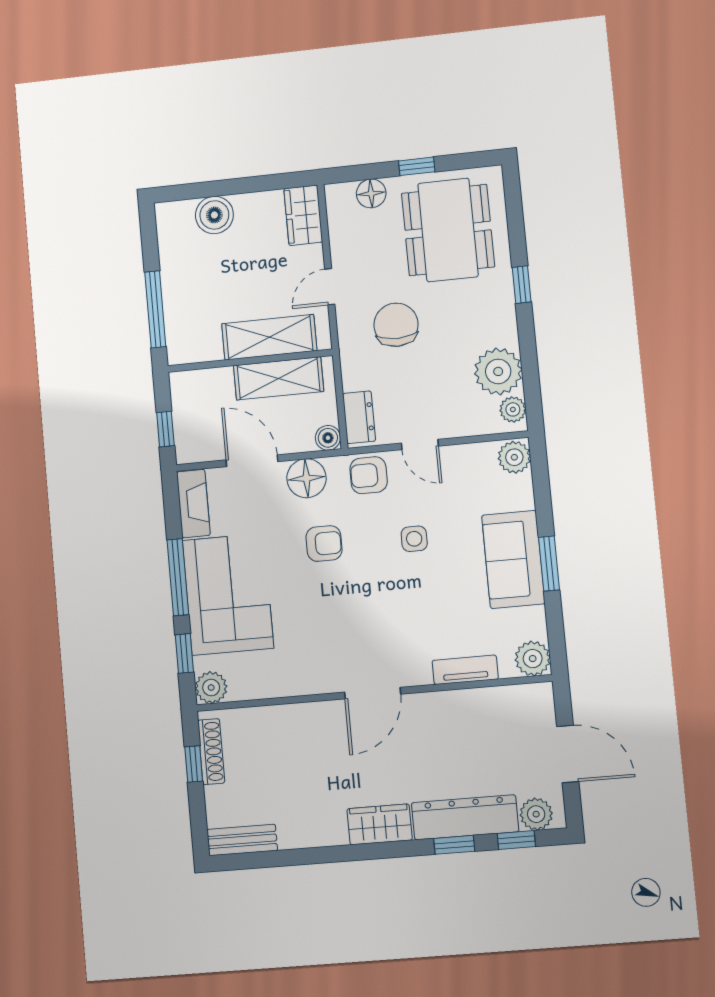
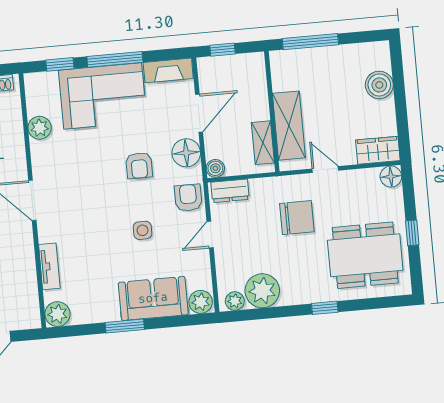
floor lamp: (371, 193) -> (391, 177), moved
shelving: (279, 378) -> (263, 143), width x0.67, depth x0.75
sofa: (513, 559) -> (153, 298), moved
plant: (211, 688) -> (40, 128), moved

